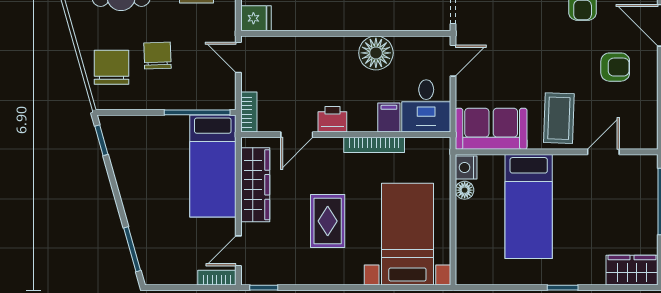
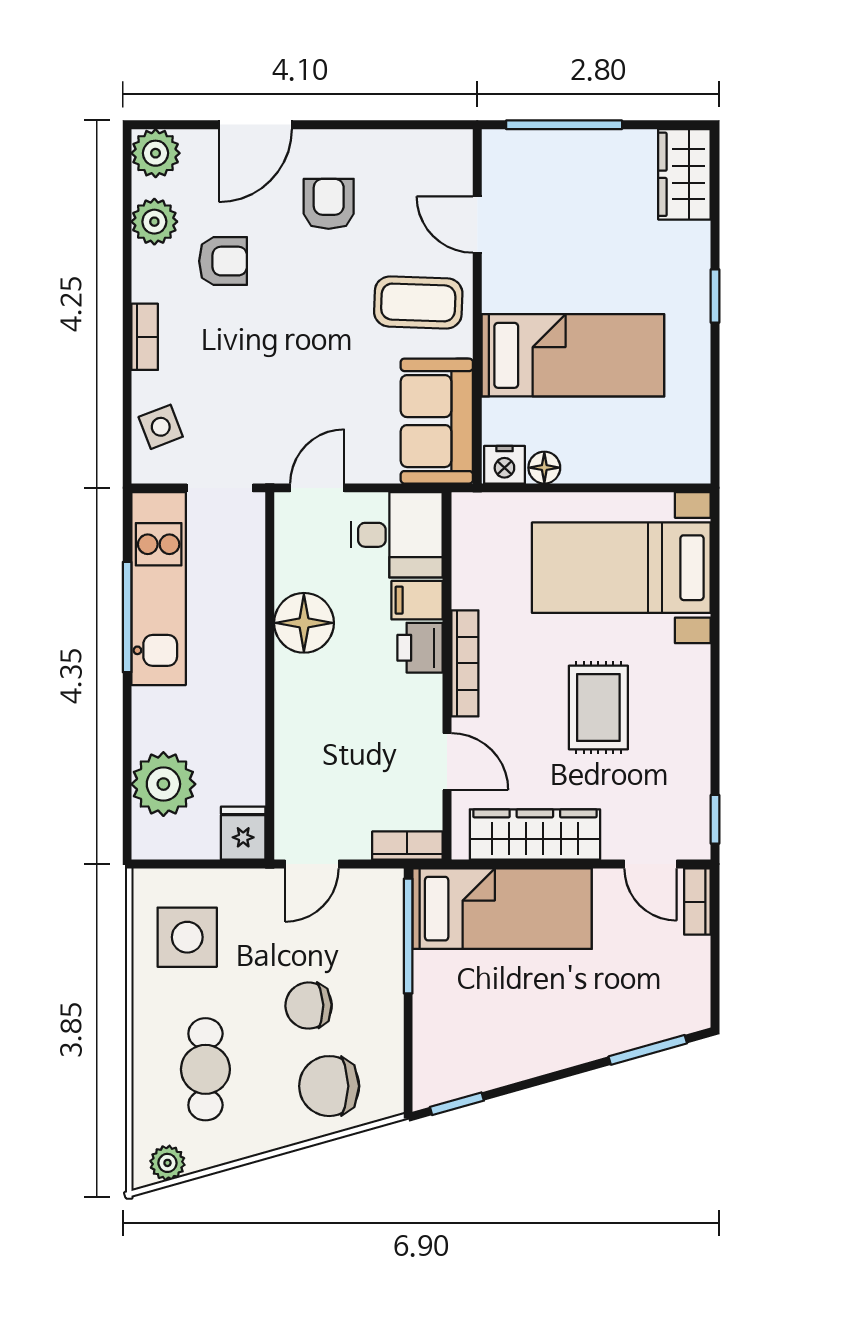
door: (453, 61) -> (317, 488), hinge flipped
printer: (332, 119) -> (420, 648), moved
bookcase: (374, 145) -> (465, 663), moved
rug: (328, 221) -> (598, 708), turned 90

